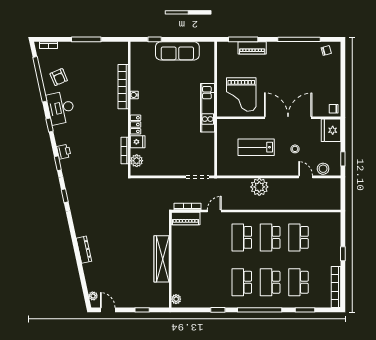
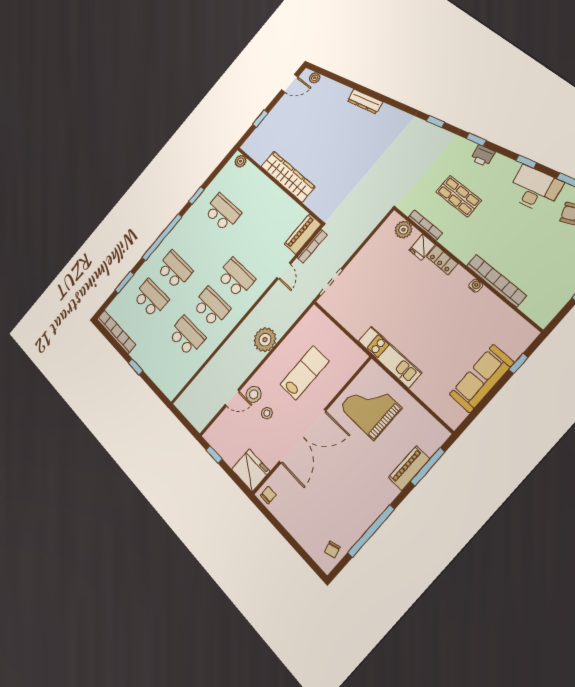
shop shelf: (95, 146) -> (459, 196), added
stool: (323, 169) -> (254, 394), moved
school desk: (242, 282) -> (223, 212), moved

